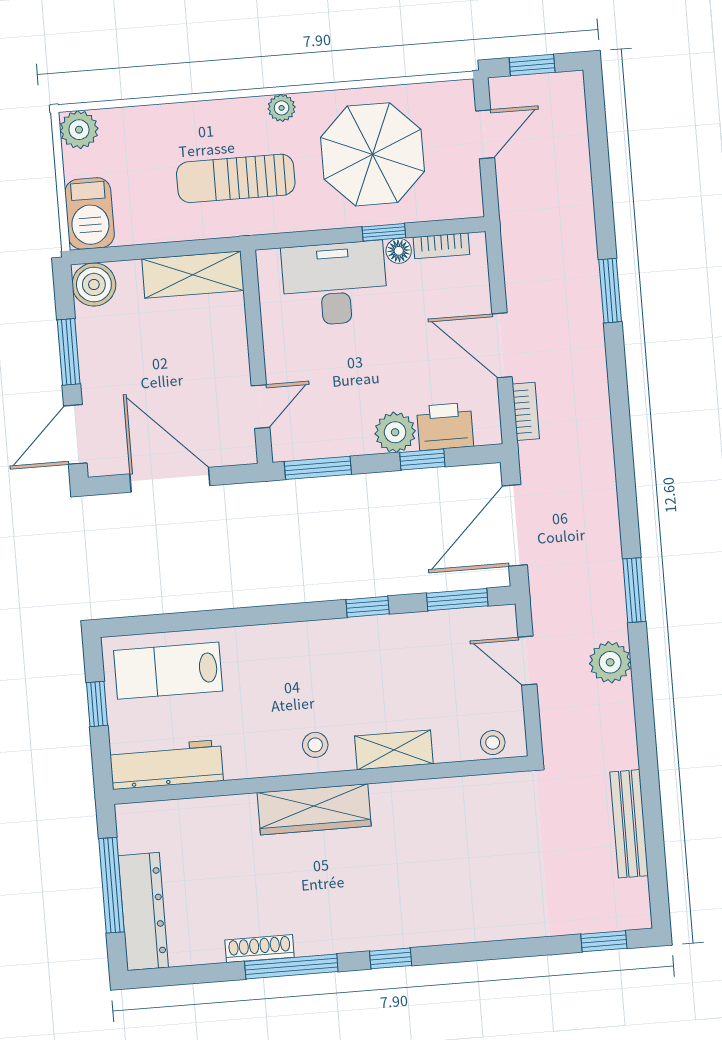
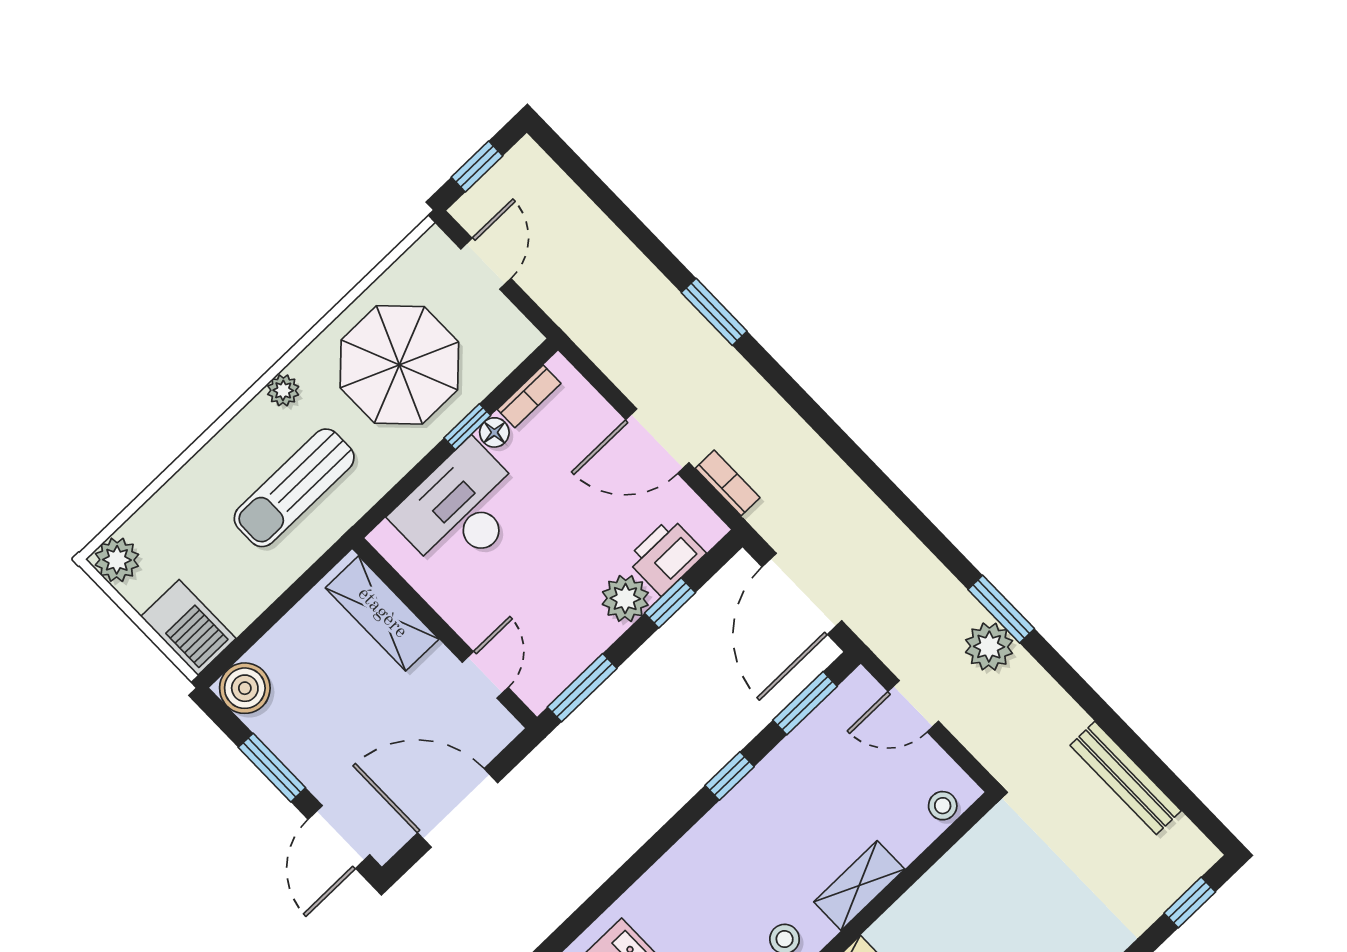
shelving: (193, 275) -> (382, 613), moved, turned 90
window: (634, 590) -> (1001, 609), moved

